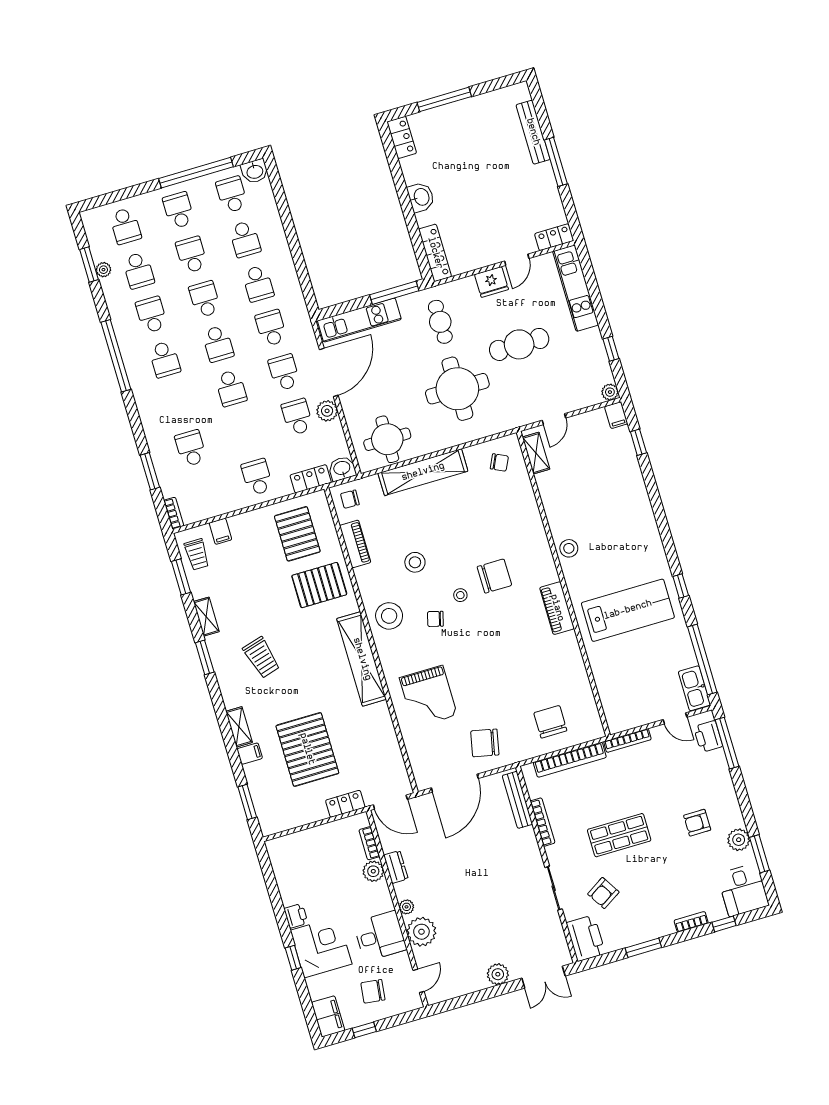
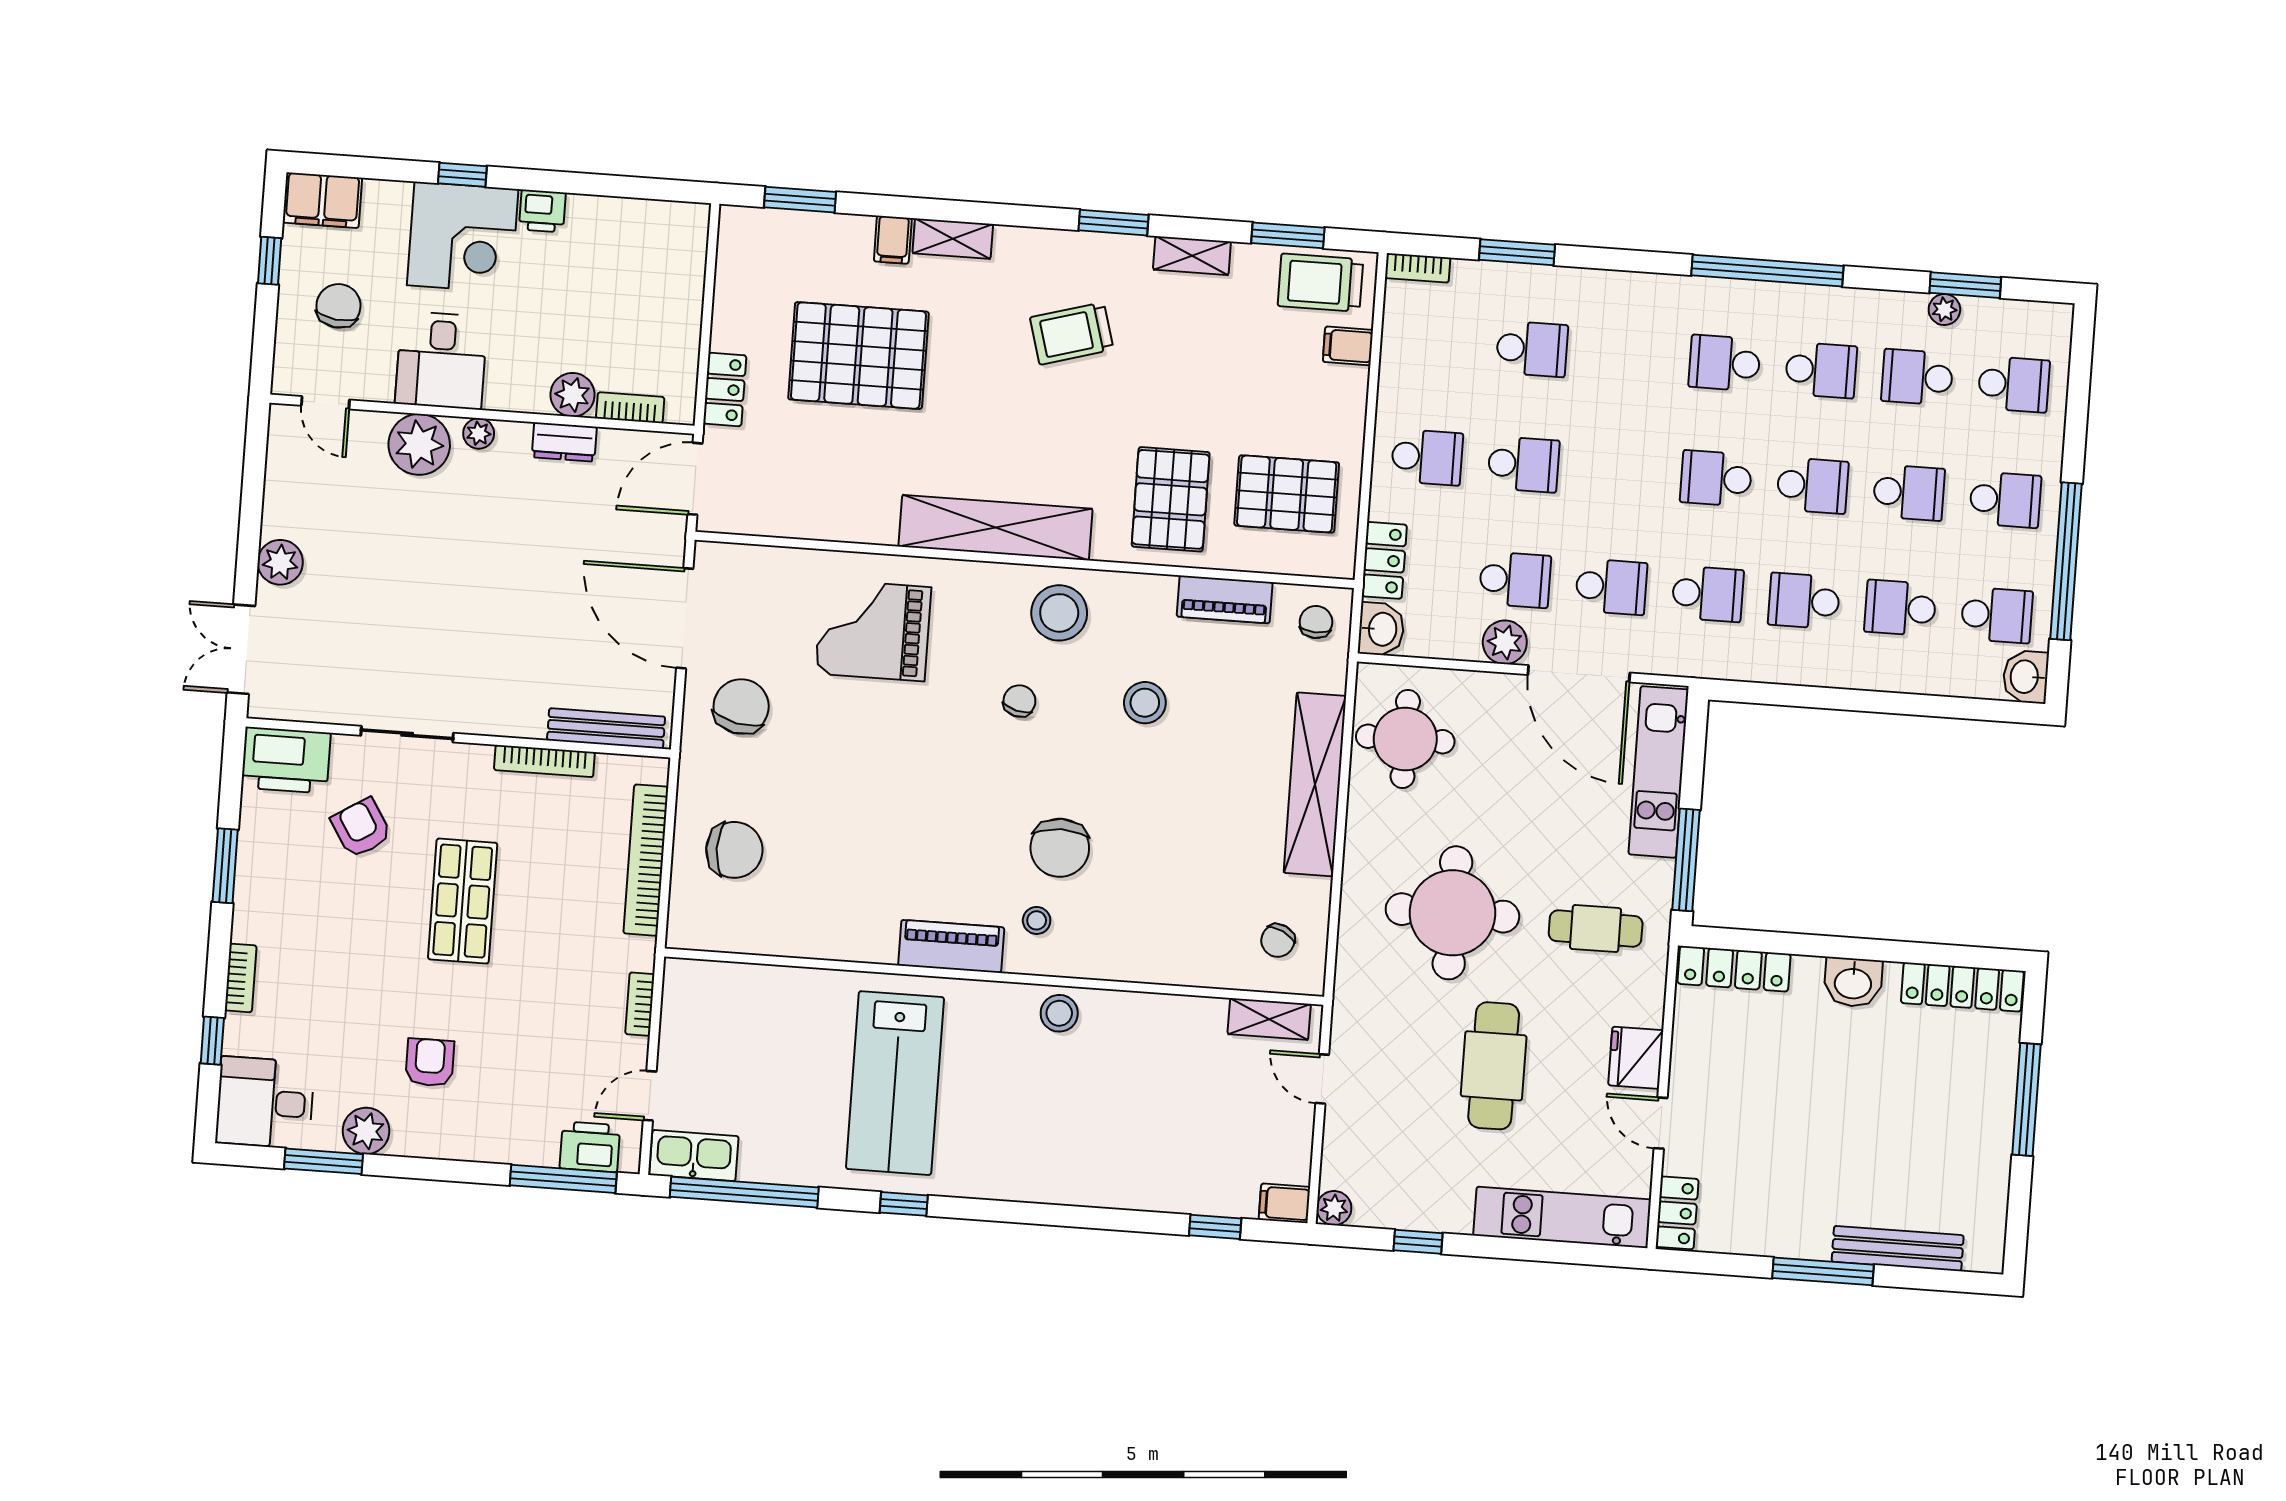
locker: (402, 137) -> (1962, 987), width x1.53
school desk: (125, 226) -> (2014, 384), turned 180
school desk: (231, 388) -> (1523, 464), moved, turned 180
trolley: (197, 554) -> (1320, 283), width x1.36, depth x1.39
stool: (460, 595) -> (1037, 920), moved
bookcase: (627, 741) -> (640, 1004), width x0.64

